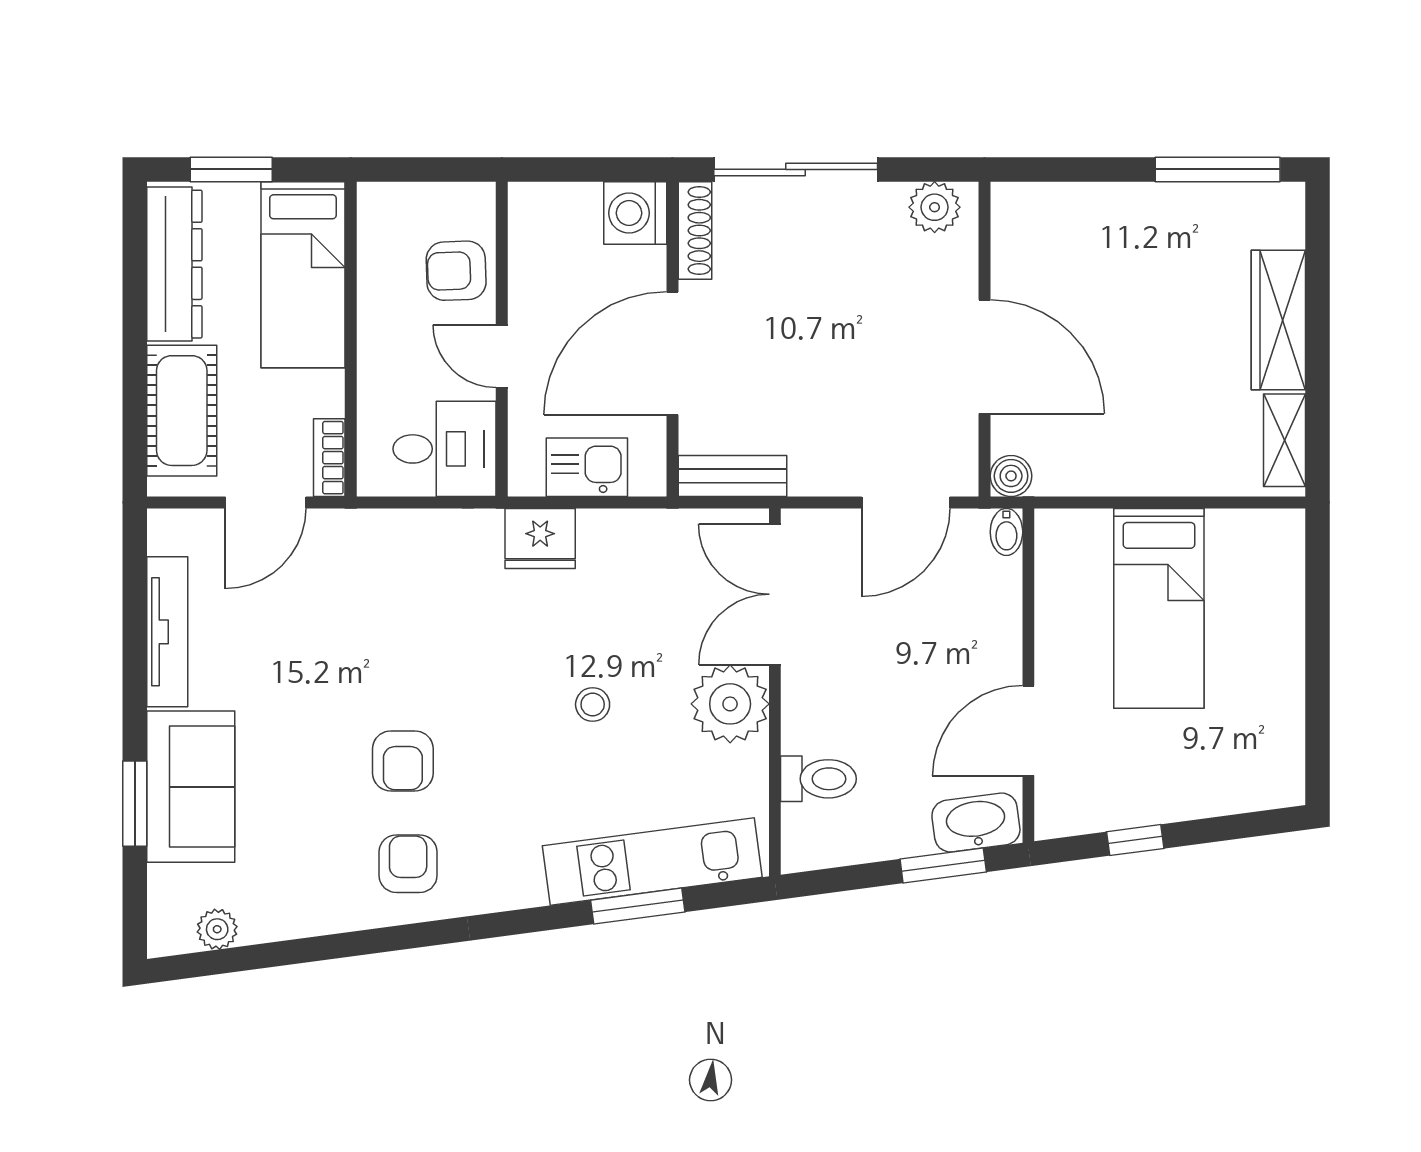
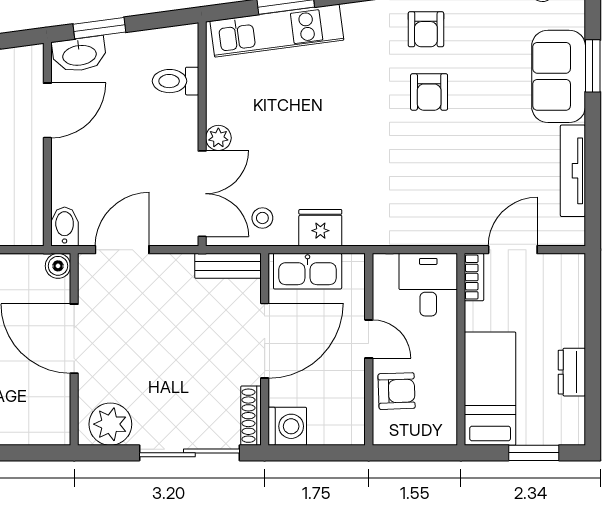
plant: (935, 207) -> (110, 424), width x1.36, depth x1.36
dresser: (174, 264) -> (572, 372), width x0.51, depth x0.80
cot: (182, 411) -> (564, 306), removed
desk: (445, 449) -> (428, 285), moved, turned 90
kitchen sink: (587, 467) -> (308, 271), width x1.38
bidet: (1006, 532) -> (65, 226), width x1.38, depth x1.36
fridge: (540, 538) -> (320, 228), moved
stool: (593, 704) -> (262, 218), moved
plant: (730, 704) -> (218, 138), width x0.53, depth x0.53
armchair: (403, 761) -> (429, 92), turned 180

